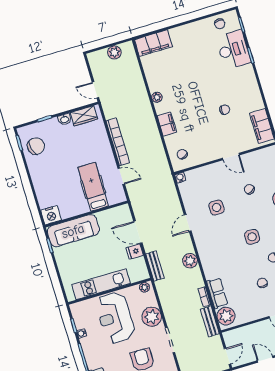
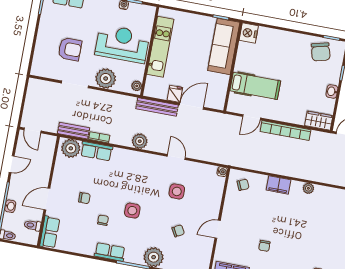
wardrobe: (84, 116) -> (319, 121), moved, turned 90
bench: (155, 266) -> (157, 107), width x1.36

